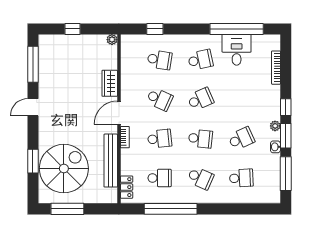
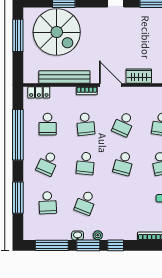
school desk: (200, 99) -> (123, 163), turned 39
school desk: (241, 139) -> (85, 203), turned 45
window: (236, 209) -> (18, 198), added

